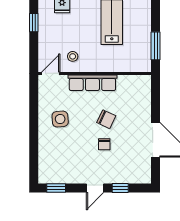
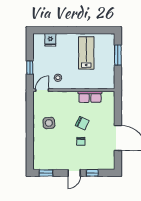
window: (34, 23) -> (30, 68), moved
window: (156, 46) -> (118, 55), moved
row of seats: (92, 83) -> (90, 97), moved, width x0.68

